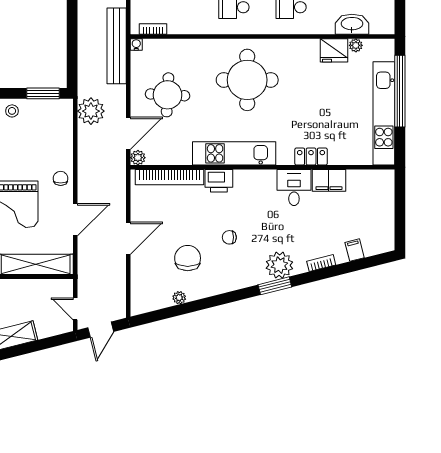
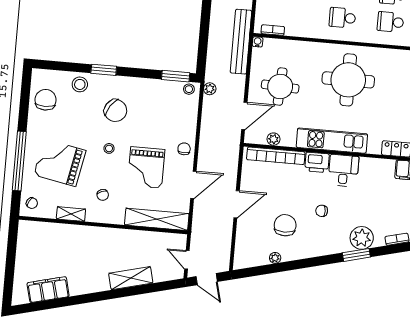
stool: (12, 111) -> (189, 89), moved
plant: (91, 111) -> (210, 89), width x0.53, depth x0.53
plant: (138, 158) -> (273, 139), moved
desk: (294, 188) -> (343, 171), moved
door: (101, 330) -> (207, 279), hinge flipped

